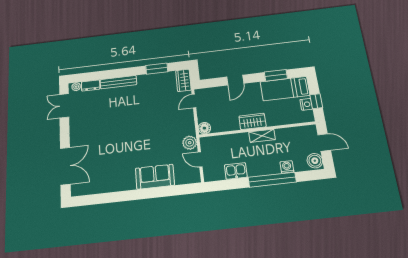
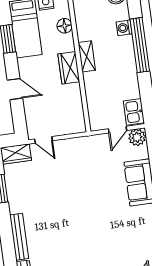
floor lamp: (204, 128) -> (65, 26), moved
plant: (190, 143) -> (137, 137), moved
kitchen sink: (236, 171) -> (134, 112), moved

